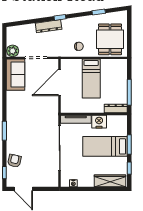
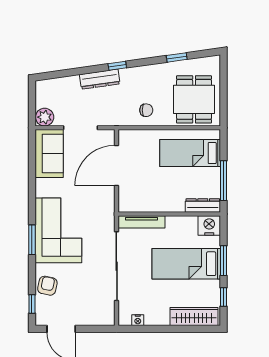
bed: (91, 79) -> (190, 153), moved, turned 90
nightstand: (99, 122) -> (209, 225), moved
corner sofa: (22, 125) -> (58, 230), added

